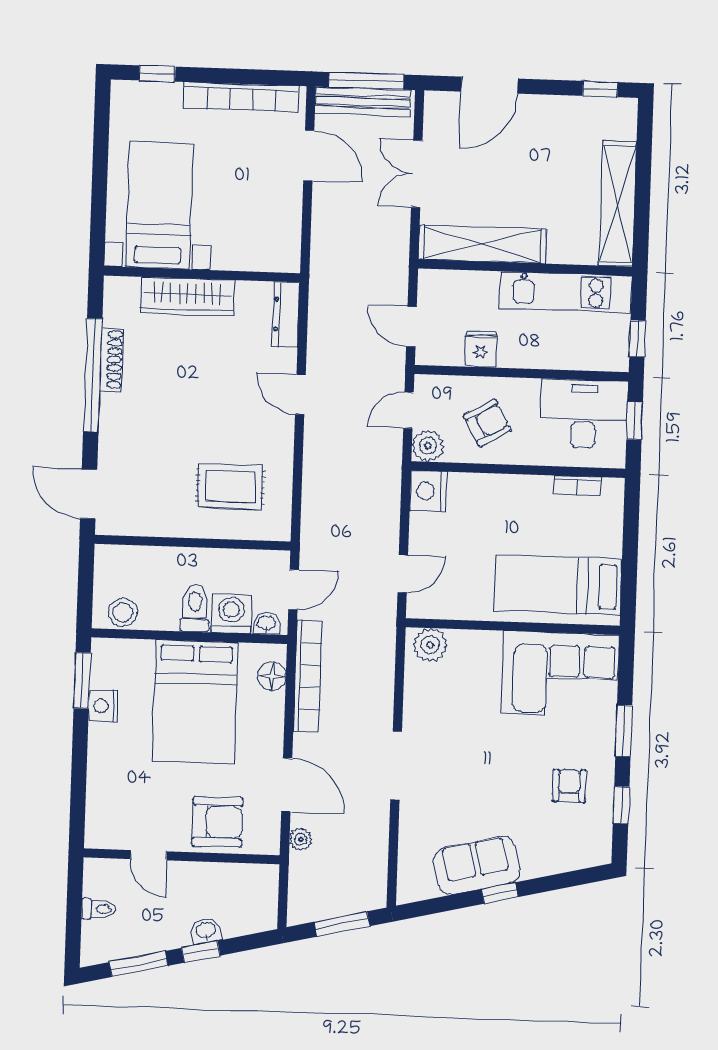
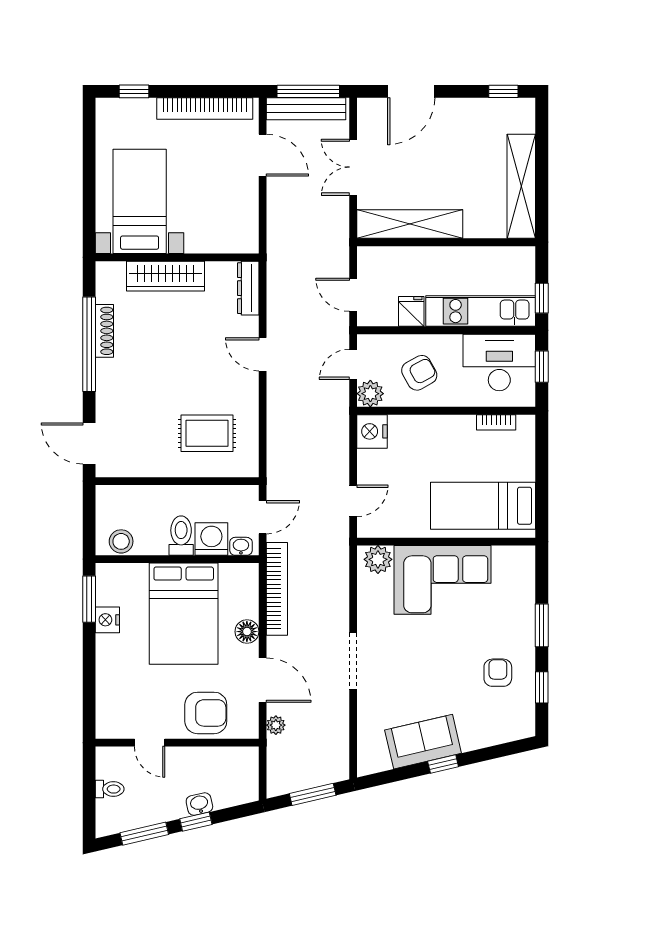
kitchen unit: (566, 292) -> (481, 311), moved, turned 180
corner sofa: (560, 674) -> (443, 580), moved
floor lamp: (272, 676) -> (247, 632), moved

